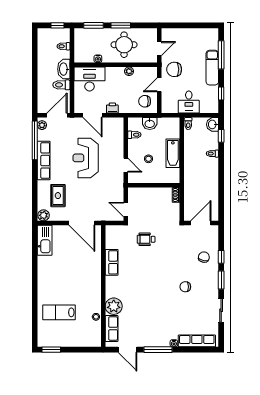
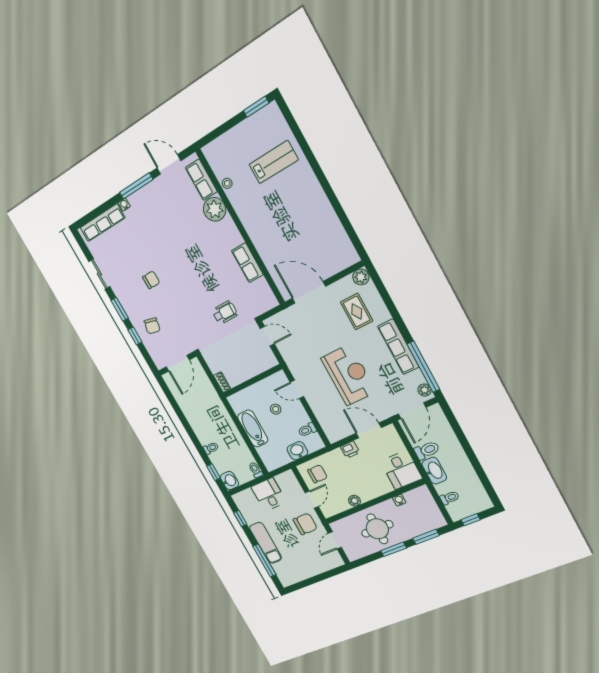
desk: (90, 79) -> (401, 470), width x0.73
kitchen sink: (45, 240) -> (342, 246), removed

